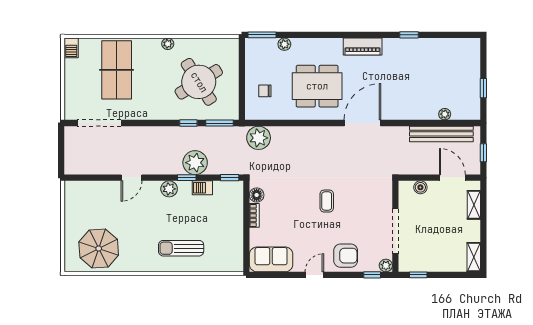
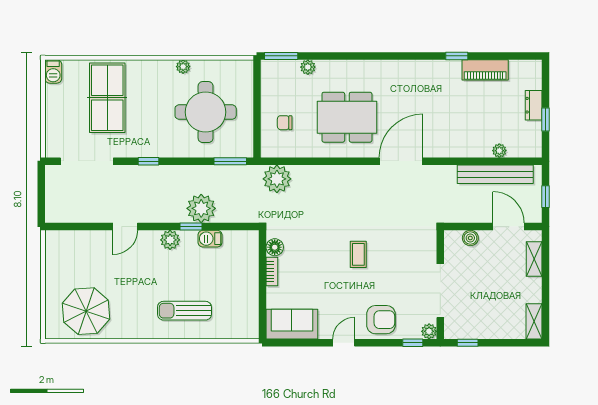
plant: (168, 44) -> (183, 67), moved
piano: (363, 47) -> (485, 70), moved
dresser: (473, 76) -> (534, 105), added
round table: (199, 82) -> (206, 112), turned 32
window: (188, 123) -> (148, 161), moved
window: (230, 178) -> (242, 227), removed

